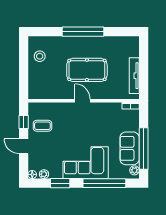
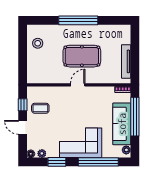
door: (83, 101) -> (78, 85), hinge flipped
sofa: (130, 148) -> (122, 124), width x1.36
window: (144, 149) -> (135, 117), moved

